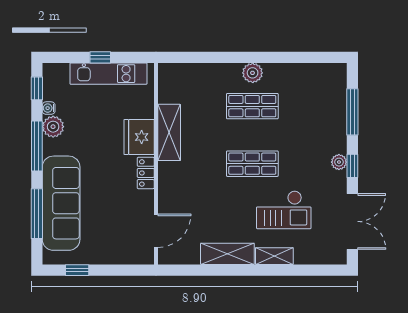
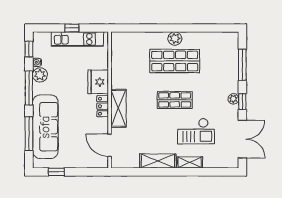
shop shelf: (252, 106) -> (175, 61), width x1.43, depth x1.36
shelving: (169, 132) -> (118, 108), moved
door: (156, 231) -> (110, 145), swing flipped

